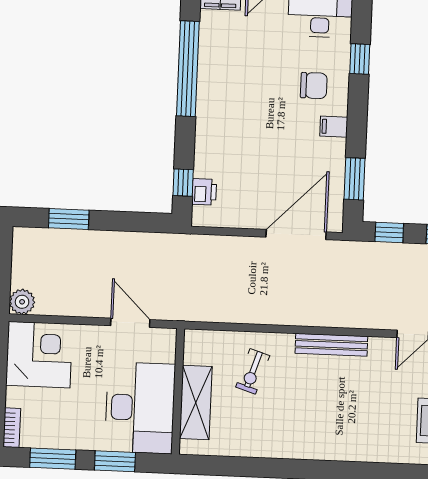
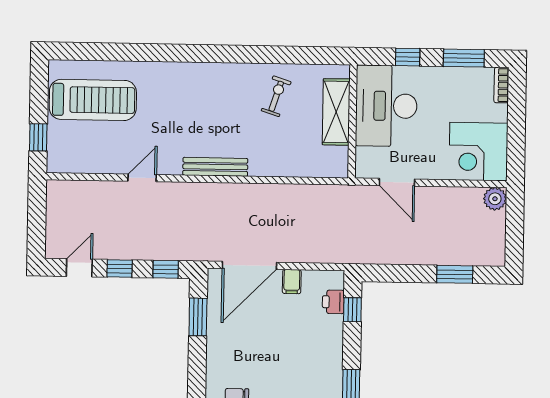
filing cabinet: (334, 127) -> (292, 282), moved, turned 90
exercise bike: (253, 371) -> (276, 96), moved
window: (115, 461) -> (408, 57), width x0.67

